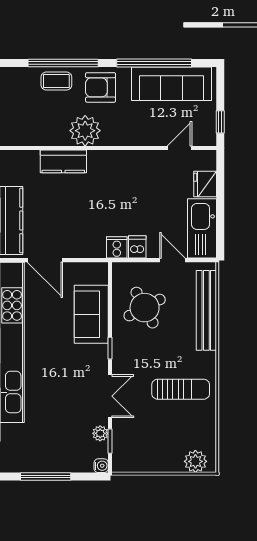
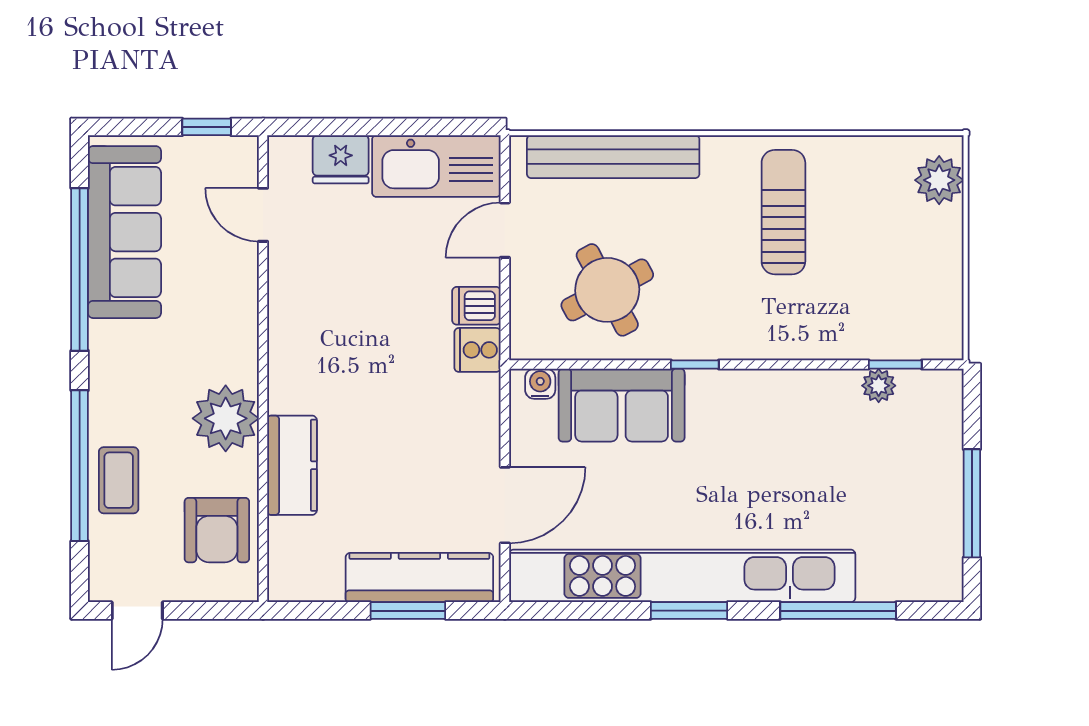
armchair: (101, 87) -> (217, 530), moved
double door: (110, 396) -> (798, 365), removed
water cooler: (101, 466) -> (540, 384), moved

